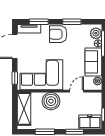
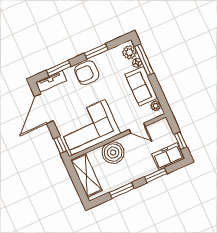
door: (77, 91) -> (137, 128), swing flipped

